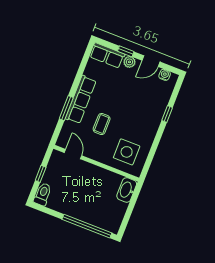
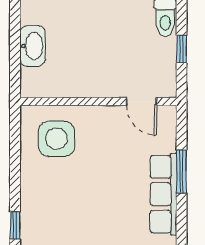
coffee table: (102, 124) -> (114, 168), removed
washbasin: (127, 190) -> (32, 46), moved

